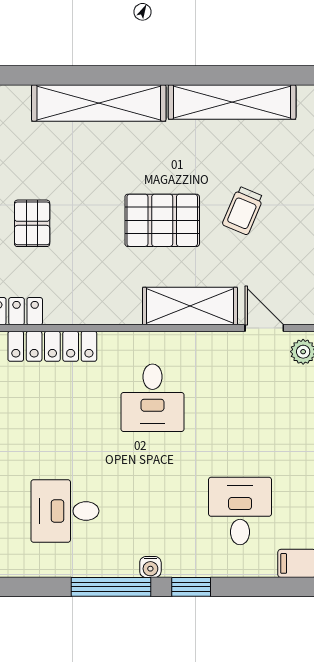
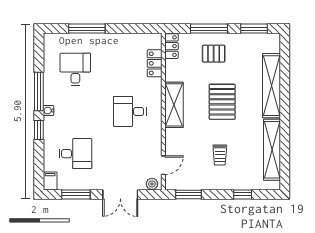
trolley: (243, 211) -> (220, 155), turned -113
pallet: (162, 220) -> (222, 102), moved
shelving: (190, 306) -> (174, 105), moved
locker: (52, 346) -> (155, 63), width x0.66

